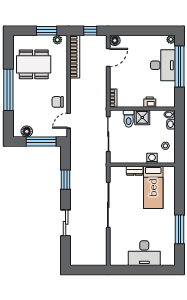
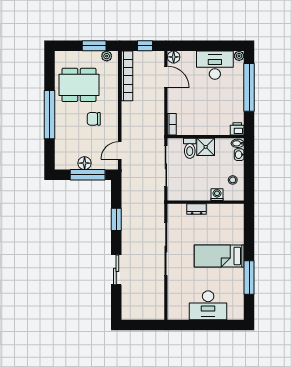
door: (108, 57) -> (166, 77), hinge flipped
desk: (163, 65) -> (215, 65), moved, turned -90
chair: (58, 102) -> (94, 119), moved
printer: (150, 102) -> (237, 129), moved
floor lamp: (27, 131) -> (85, 163), moved
bed: (153, 187) -> (219, 256), moved, turned 90

